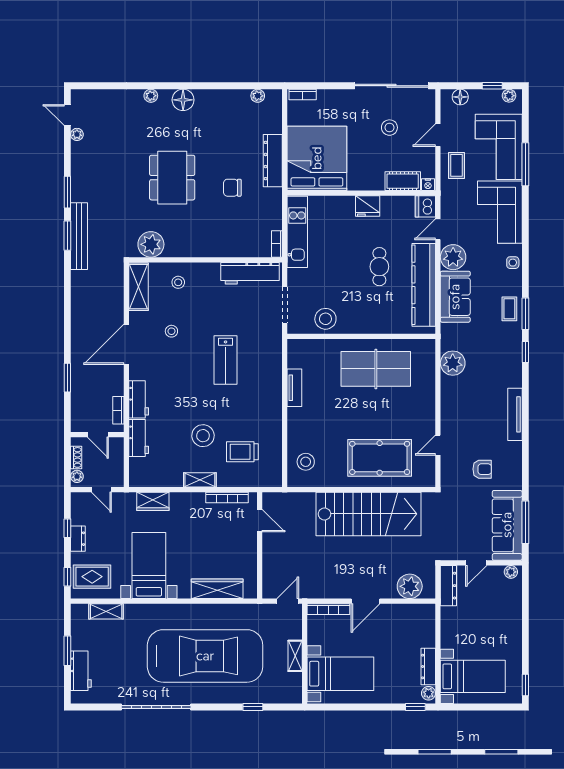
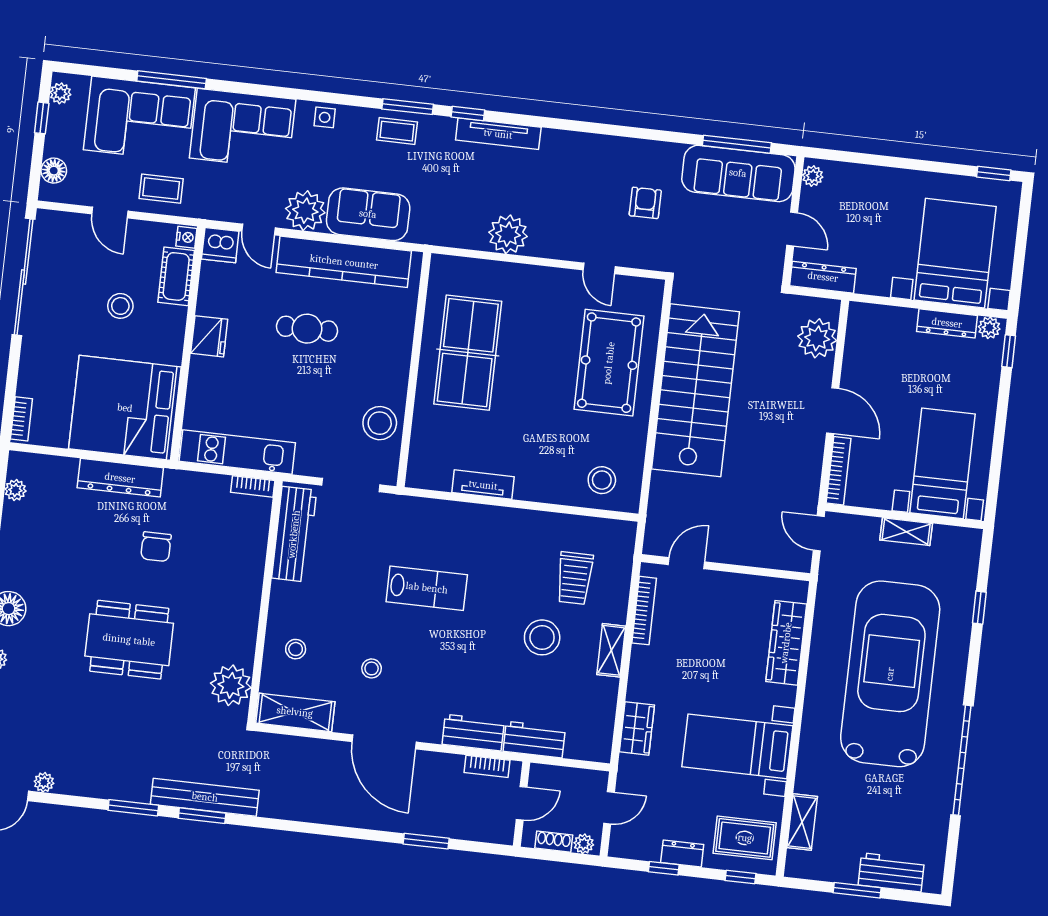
stool: (389, 128) -> (120, 306), moved
plant: (453, 363) -> (508, 234), moved
tv unit: (515, 414) -> (498, 134), moved
rug: (92, 577) -> (745, 838), turned 90
bed with nightstands: (473, 676) -> (955, 253), width x1.36

